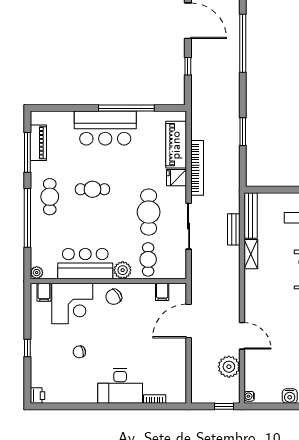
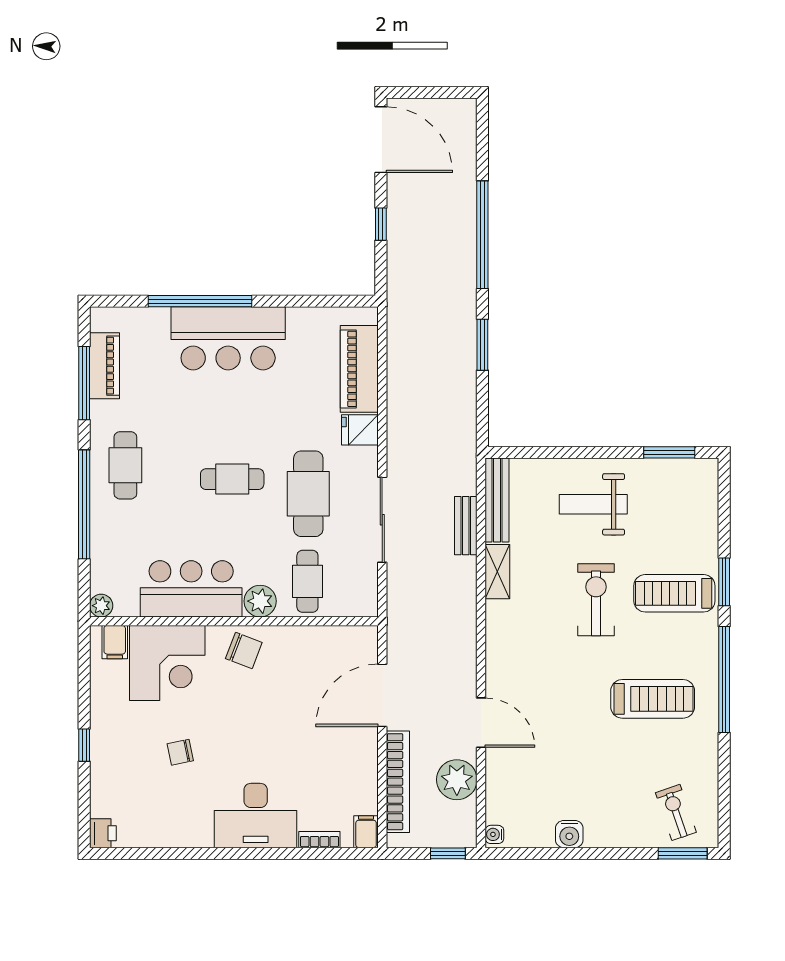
window: (243, 43) -> (482, 235), moved
window: (126, 108) -> (200, 301), moved
bookcase: (197, 168) -> (398, 782), moved
cafe table: (92, 189) -> (232, 479), moved
filing cabinet: (162, 292) -> (366, 832), moved, turned 180
chair: (114, 297) -> (244, 650), turned -126

